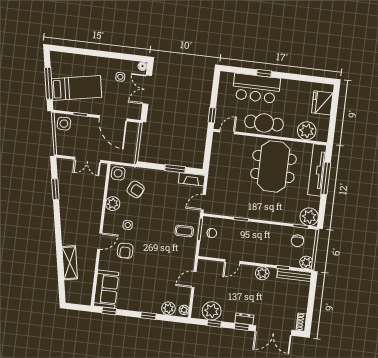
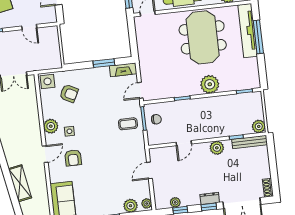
door: (113, 118) -> (29, 27), width x0.53
plant: (113, 204) -> (51, 126), moved
plant: (309, 217) -> (210, 84), moved
chair: (297, 241) -> (245, 107), removed
plant: (212, 311) -> (175, 202), width x0.53, depth x0.53

